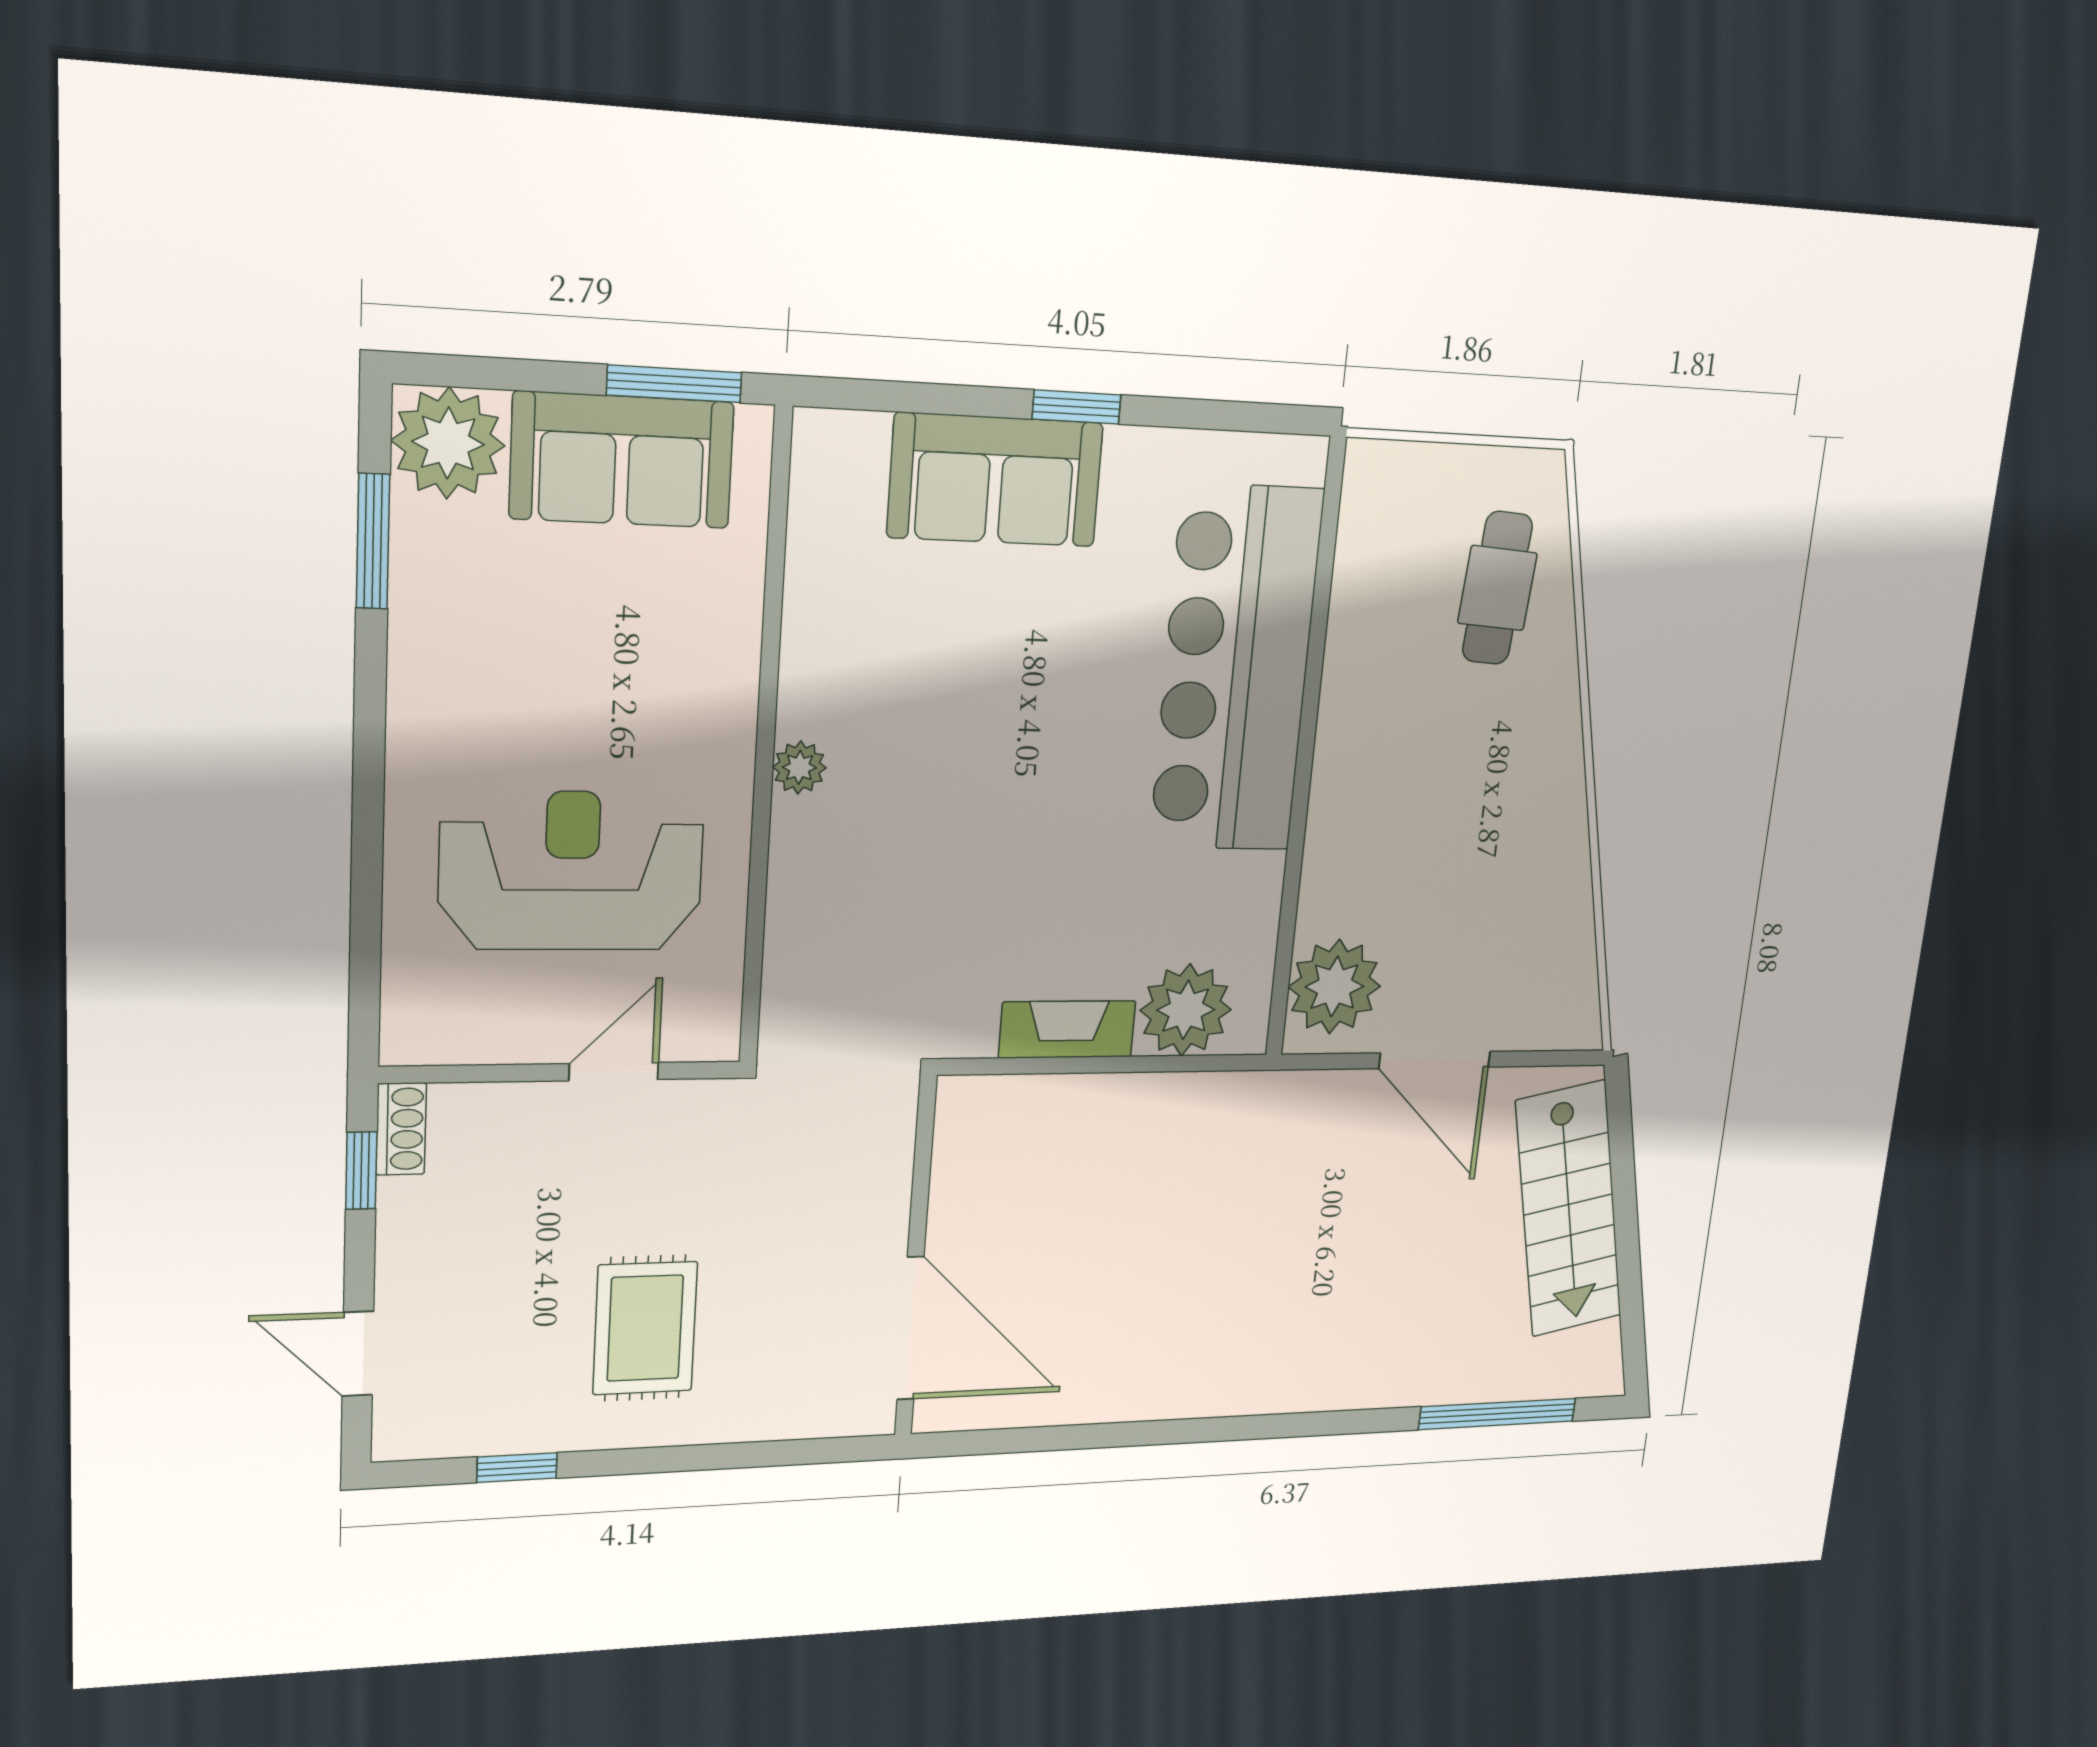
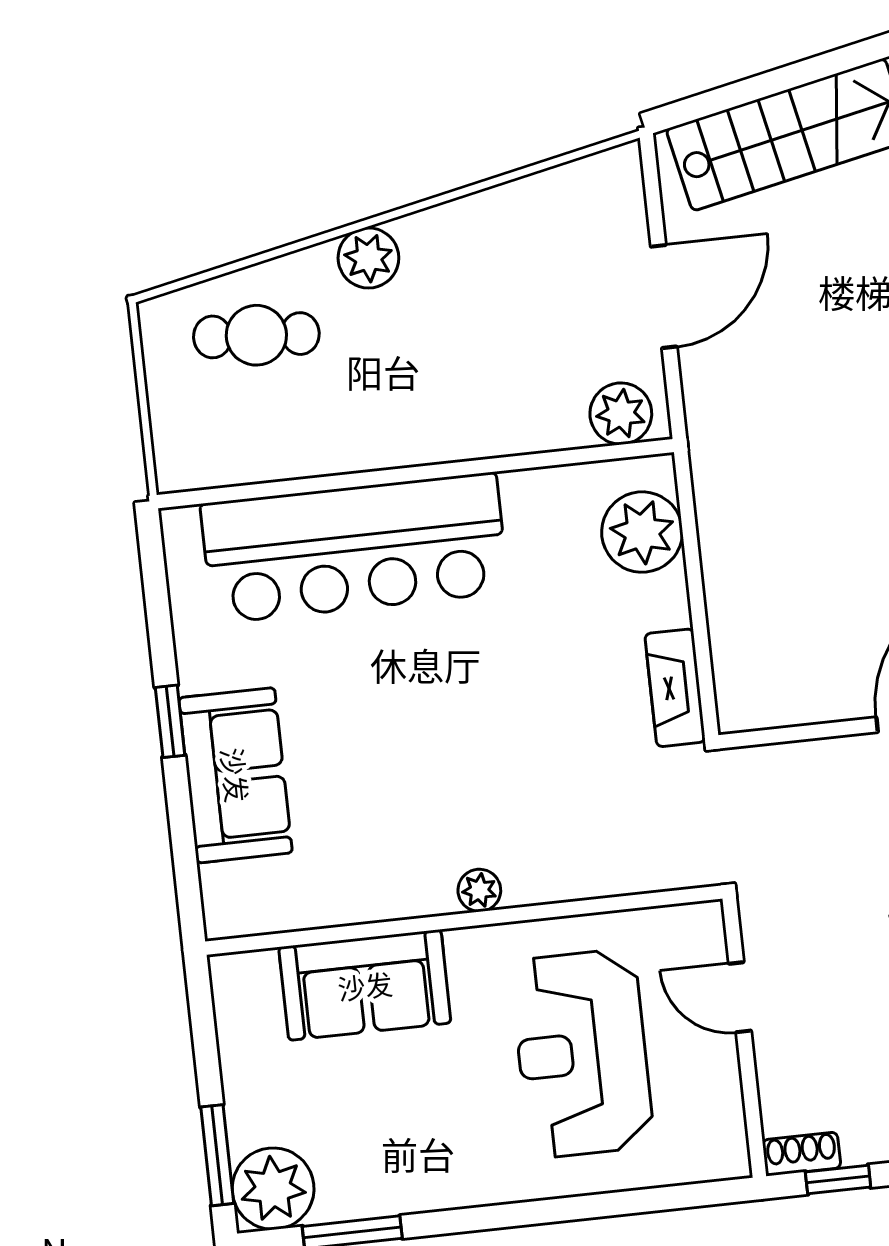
window: (674, 384) -> (217, 1155), moved
sofa: (622, 460) -> (365, 985), moved, turned 90
plant: (1550, 732) -> (368, 258), added
plant: (1334, 987) -> (621, 414), width x0.73, depth x0.73
fireplace: (1067, 1029) -> (675, 688), moved

